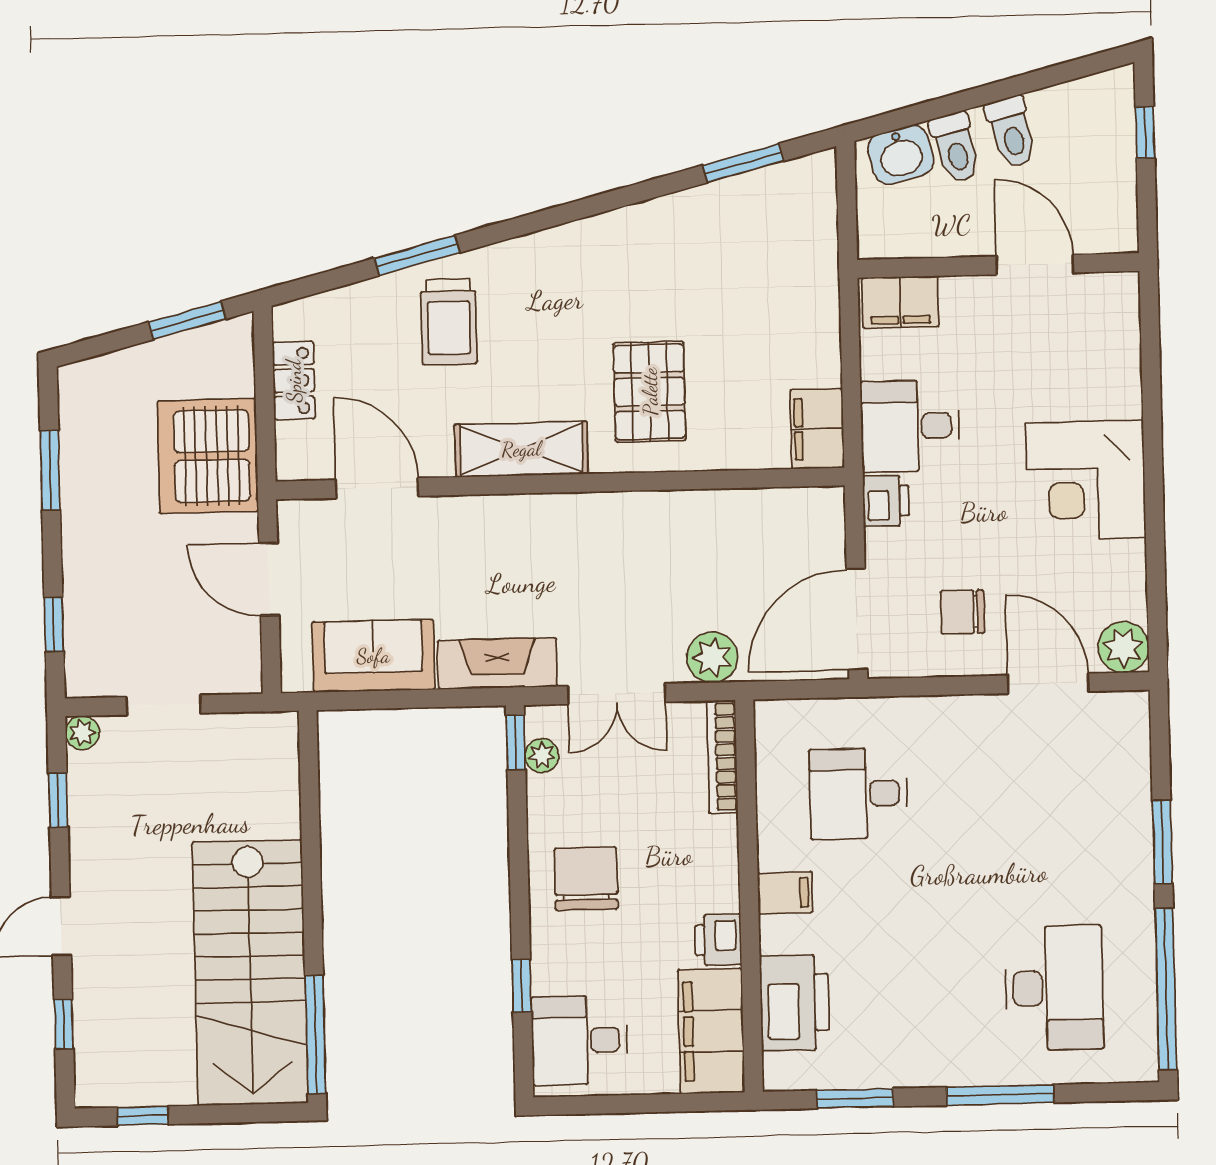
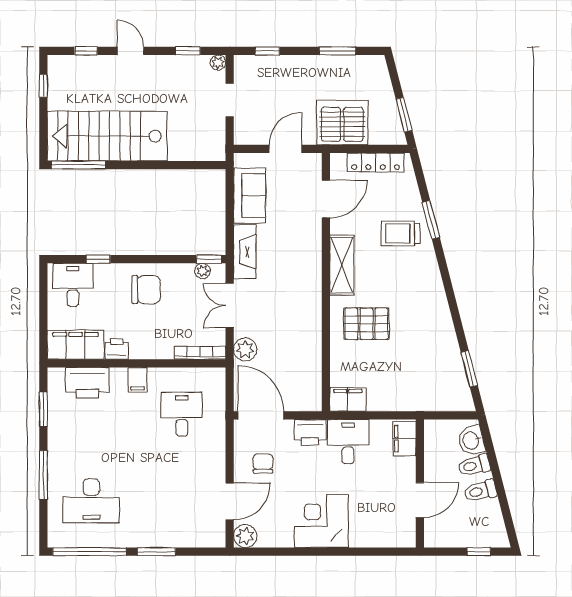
locker: (294, 381) -> (376, 162), width x1.53
printer: (886, 501) -> (310, 432), width x1.36, depth x1.24

